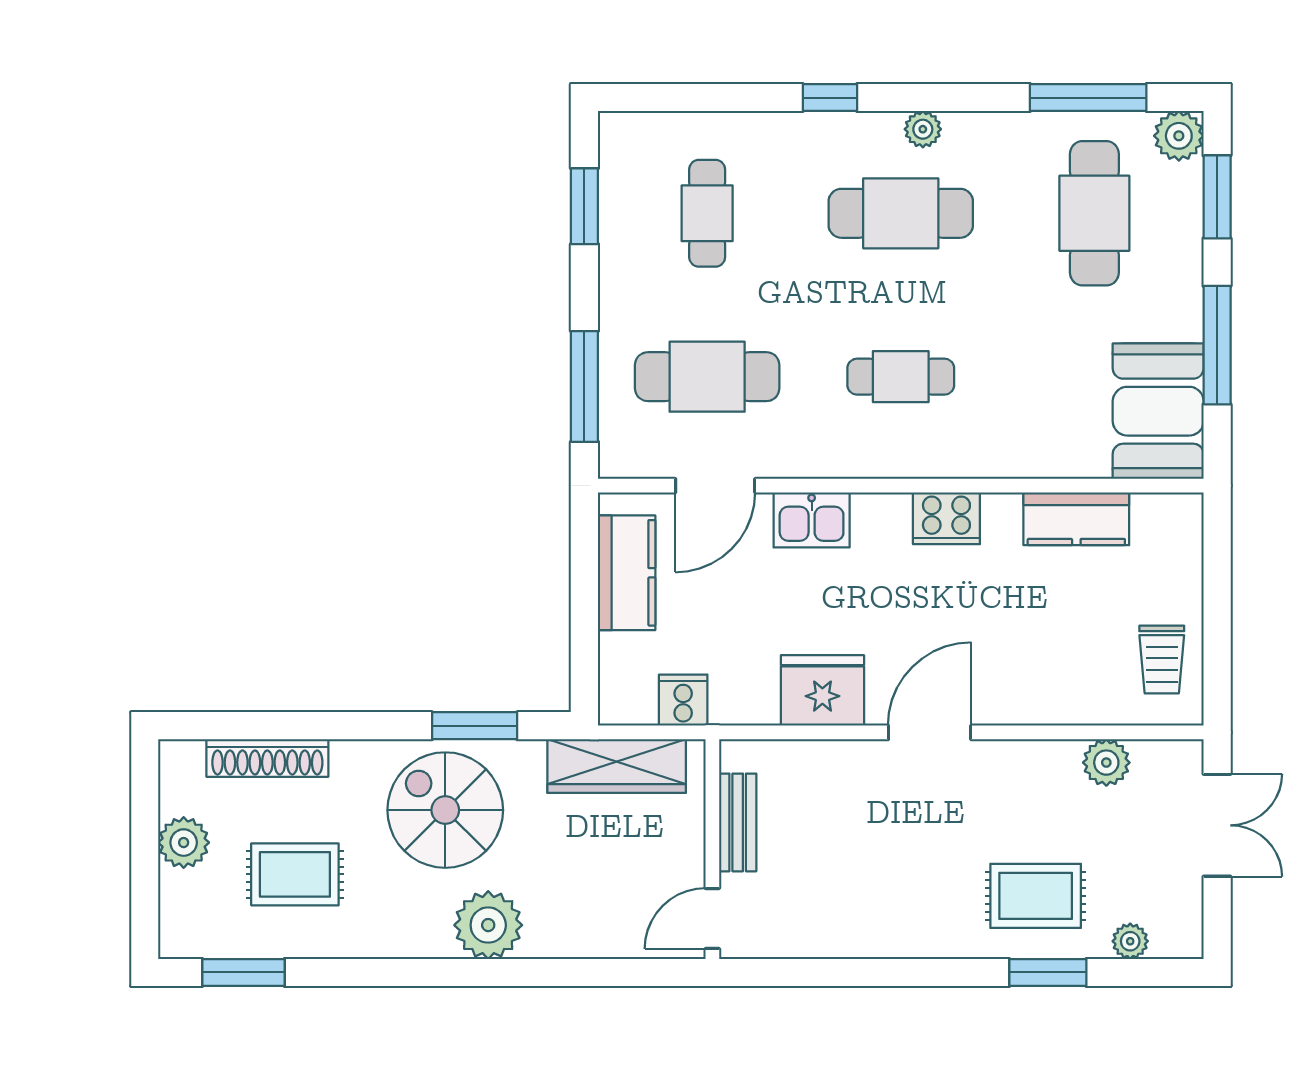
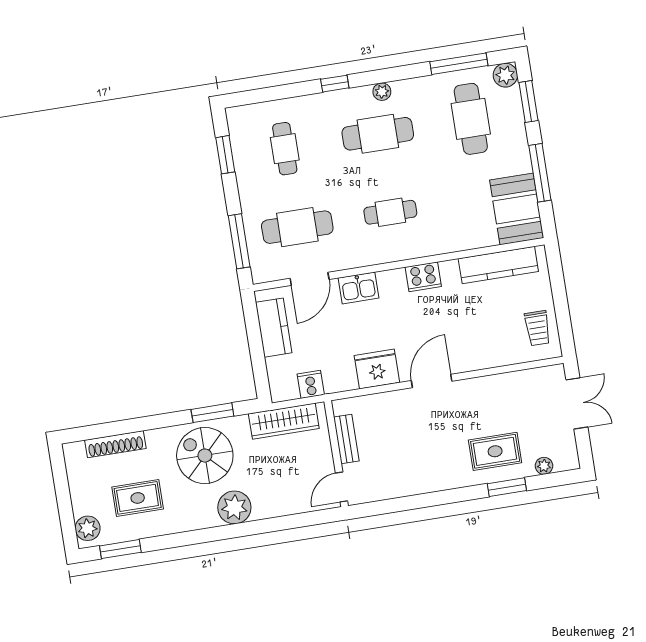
kitchen counter: (1076, 519) -> (498, 265), width x1.50
plant: (1106, 763) -> (519, 382), removed
plant: (184, 843) -> (88, 528), moved

